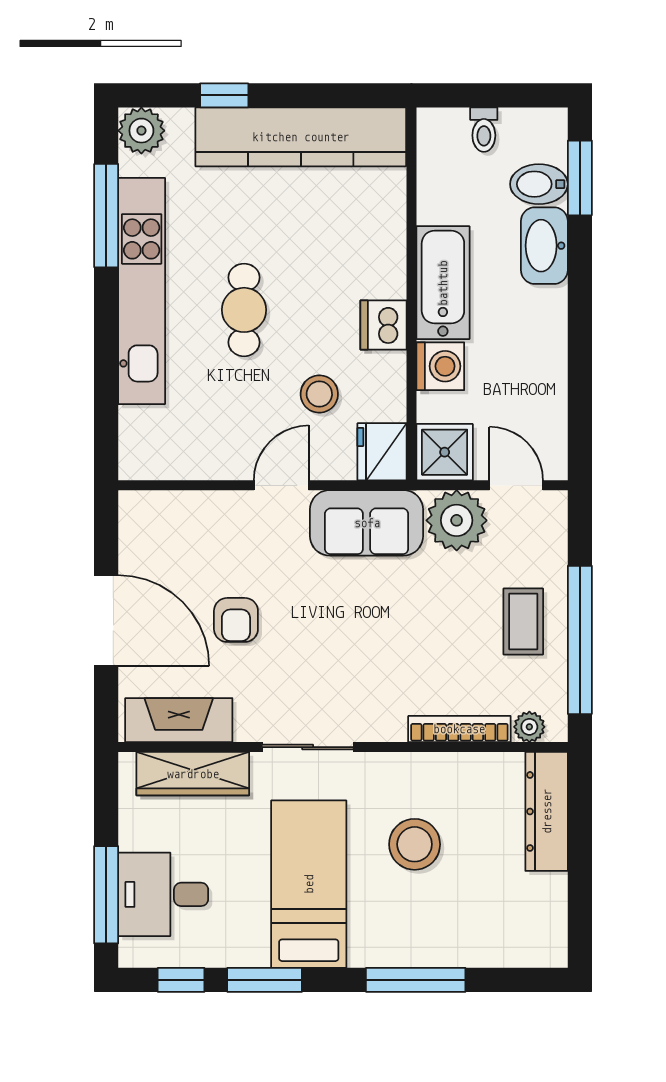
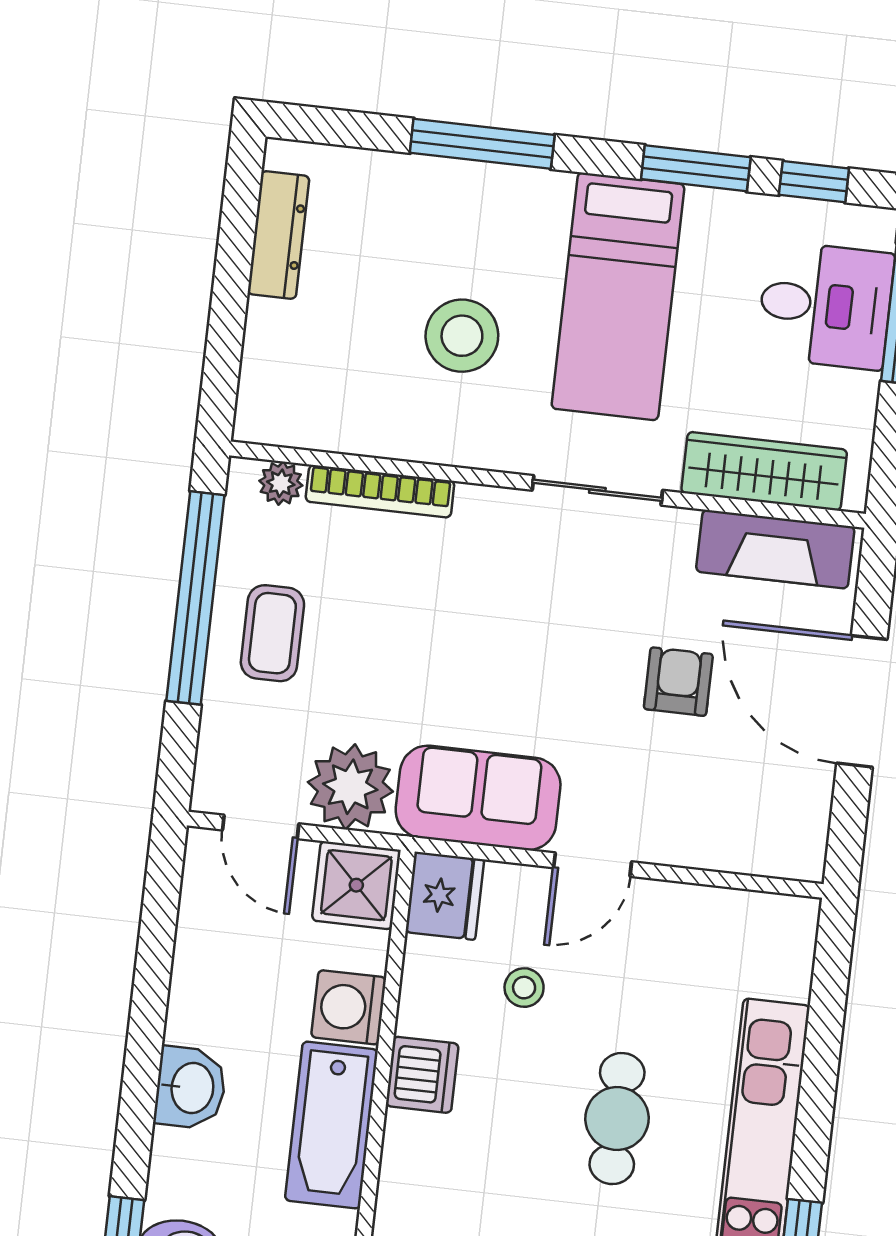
washbasin: (544, 246) -> (190, 1088), moved, width x0.72
stool: (319, 394) -> (524, 988), width x0.73, depth x0.73
dresser: (547, 811) -> (278, 235), moved, width x0.73, depth x0.80

